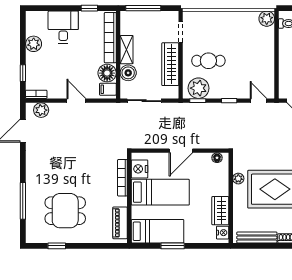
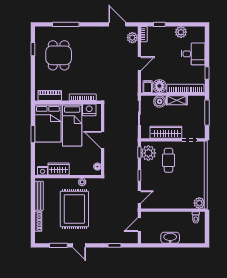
bed: (158, 231) -> (48, 123), width x1.50

